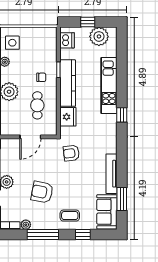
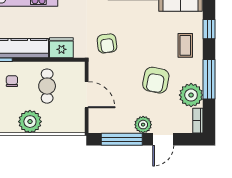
cafe table: (37, 105) -> (47, 86), turned 90
plant: (26, 225) -> (191, 95), width x1.88, depth x1.88

